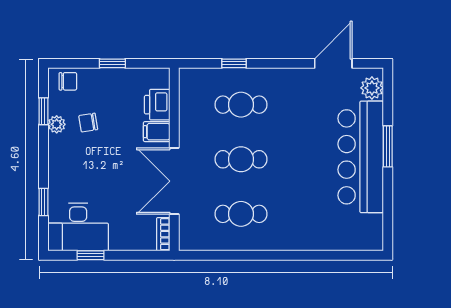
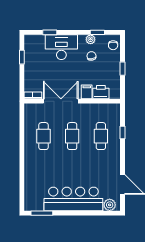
window: (388, 146) -> (42, 213), moved
desk: (78, 227) -> (61, 47), moved, turned 90

